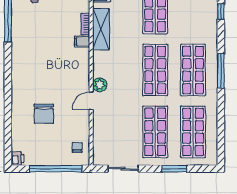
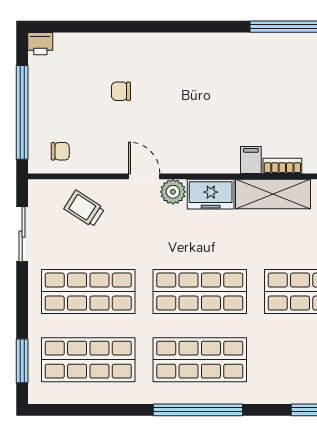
freezer: (101, 64) -> (211, 194), added
window: (221, 71) -> (198, 410), width x1.46
chair: (44, 114) -> (121, 91), width x0.54, depth x0.54
trolley: (109, 134) -> (84, 209), added
window: (174, 169) -> (22, 361), moved

